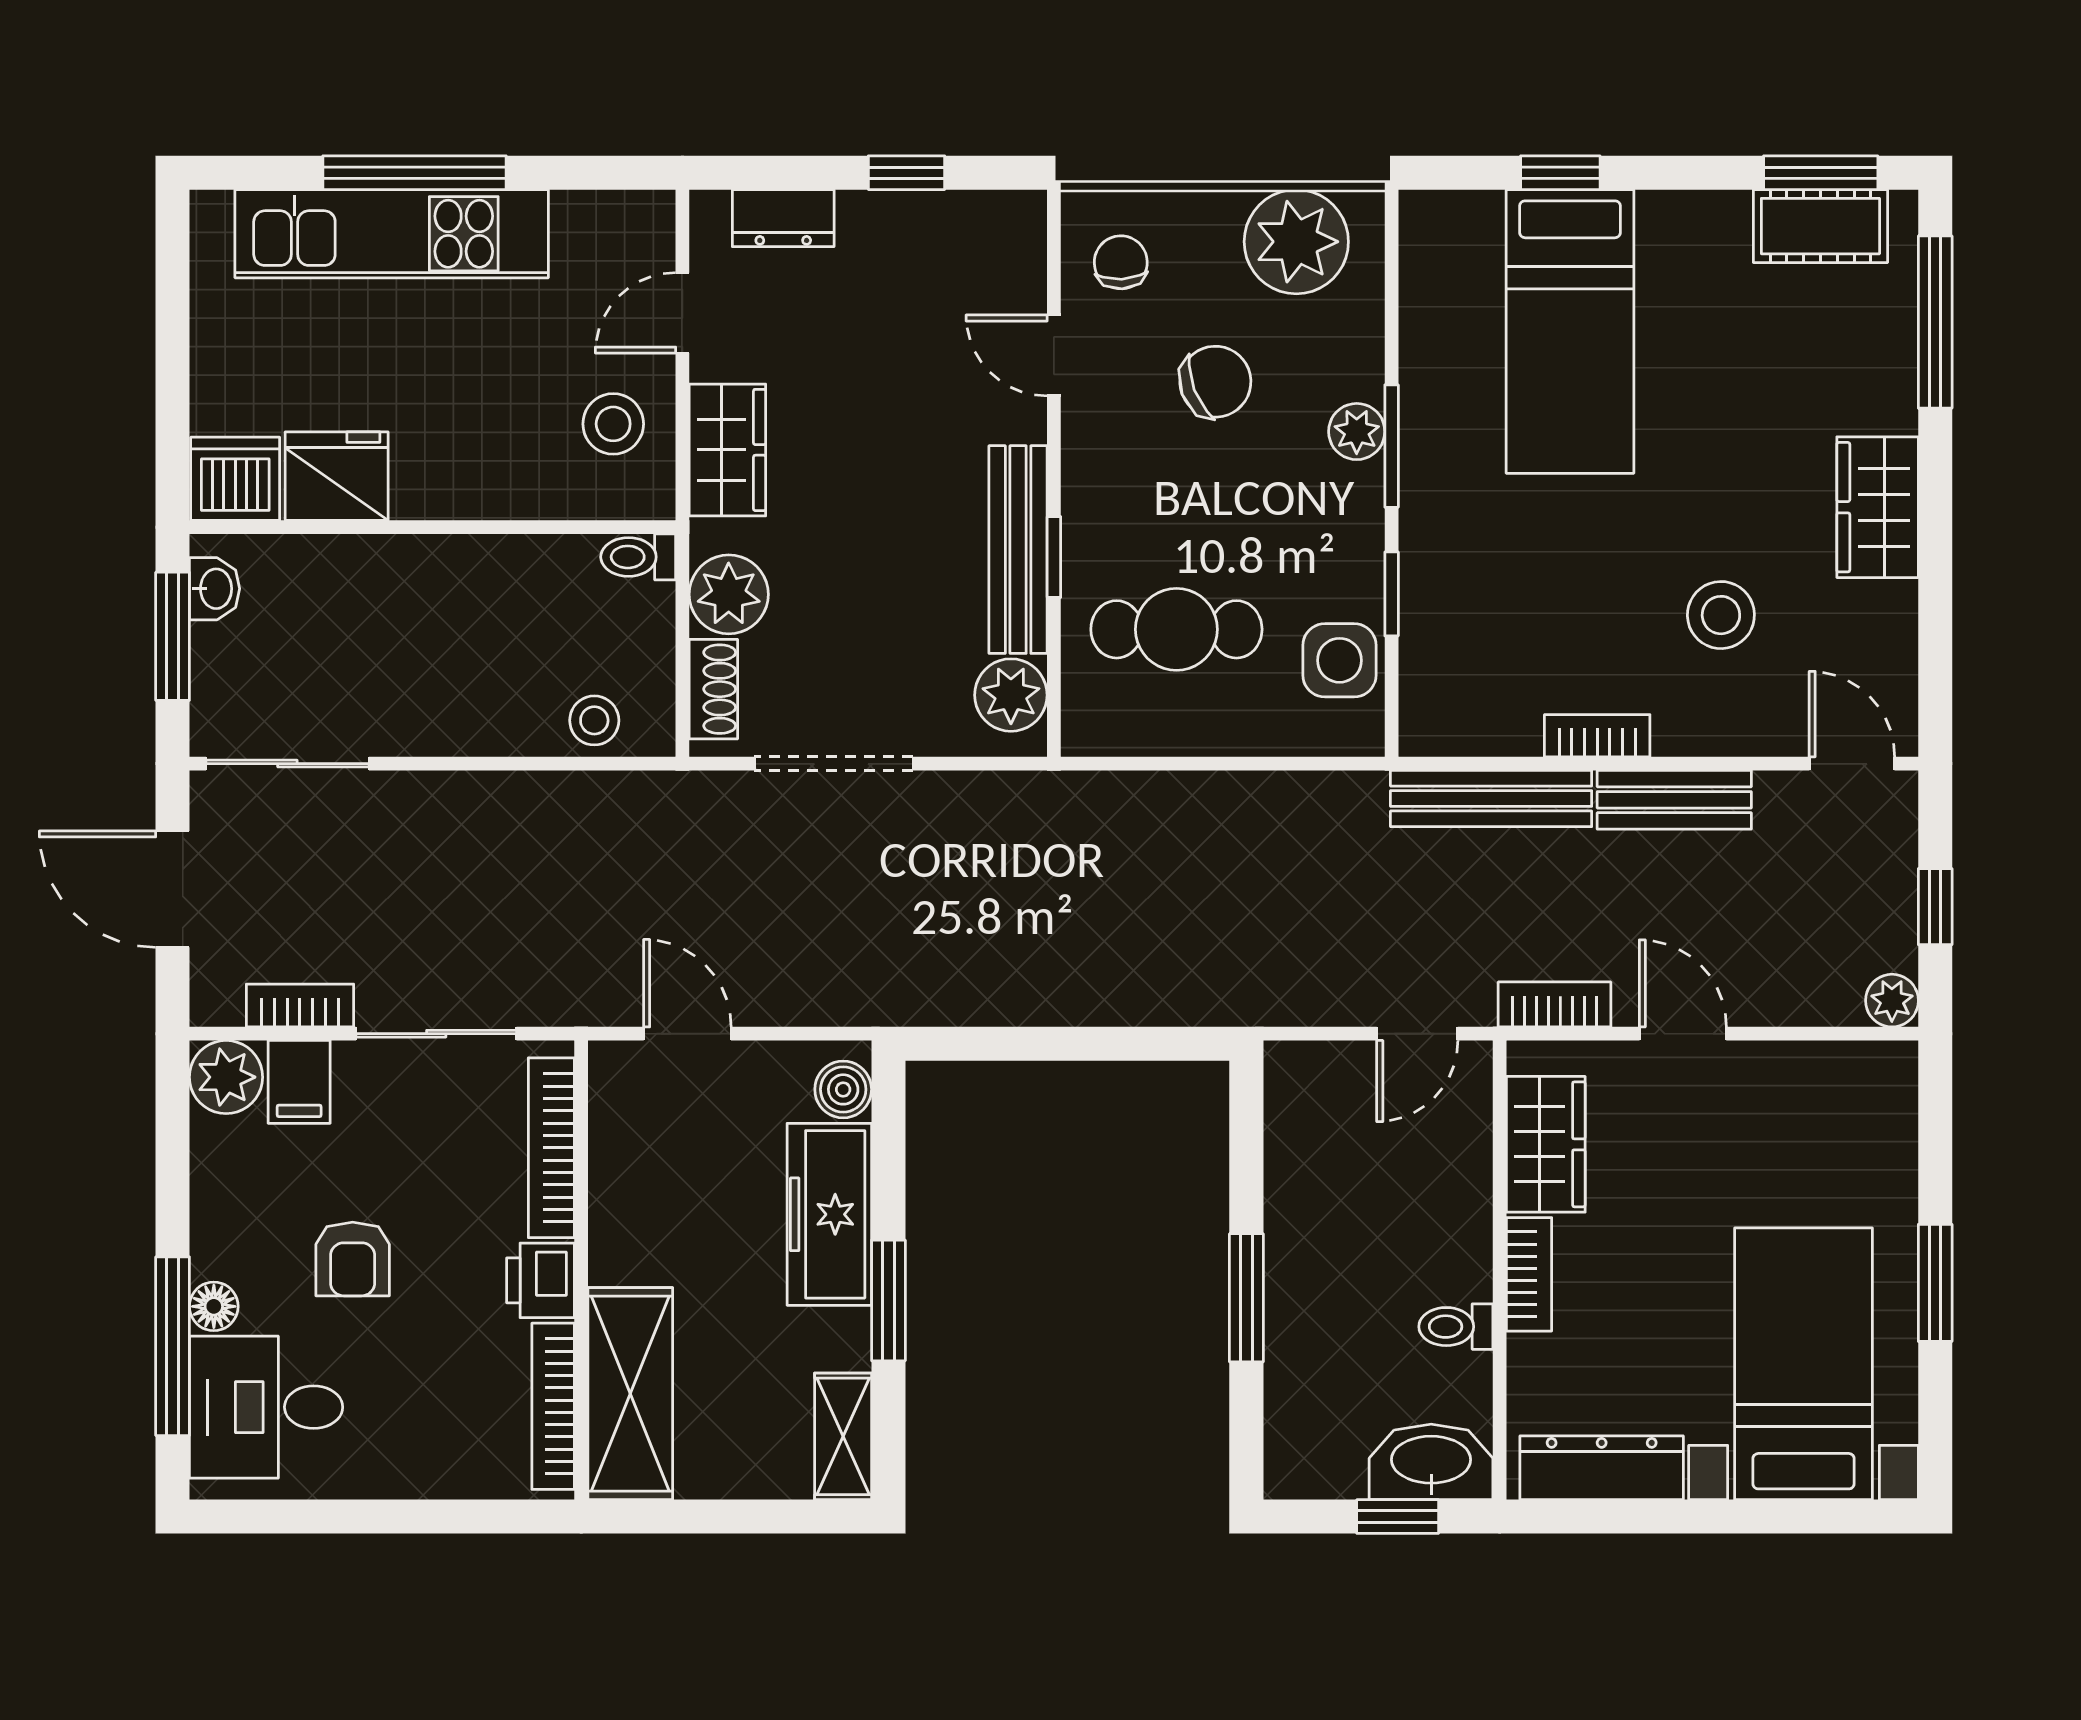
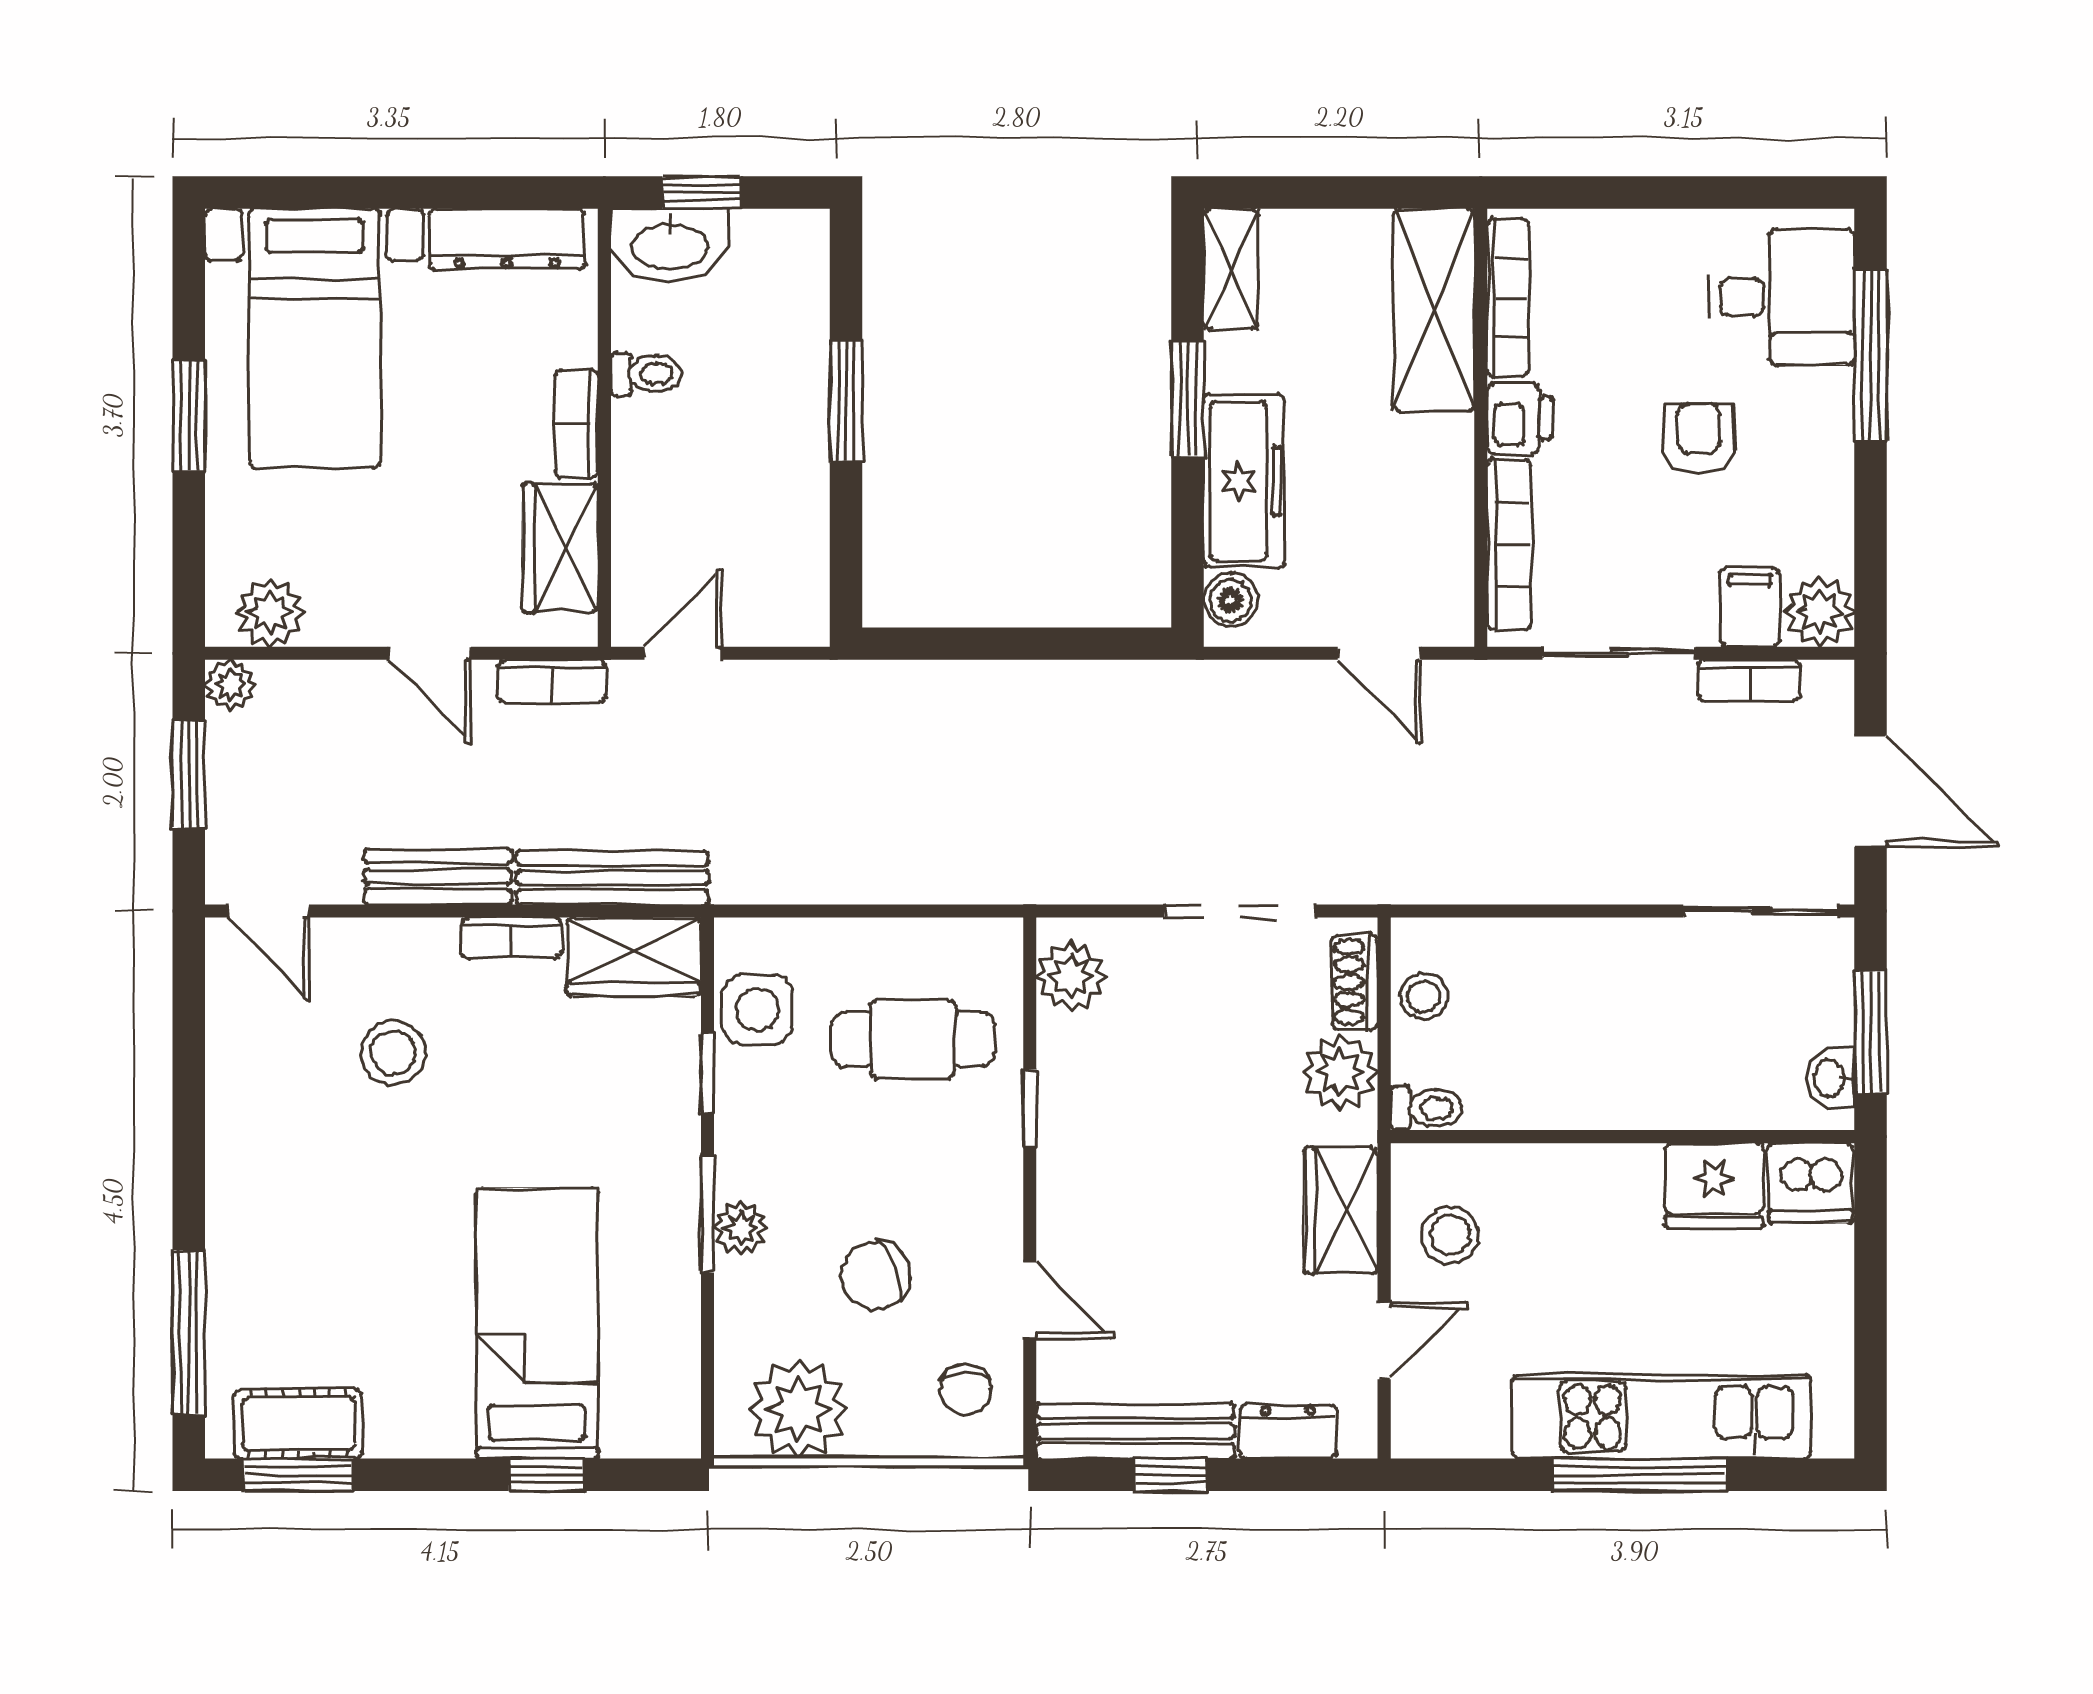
wardrobe: (1878, 507) -> (634, 956), moved, turned 90
bench: (1018, 550) -> (1135, 1431), moved, turned 90
stool: (594, 720) -> (1424, 996), moved
window: (1935, 907) -> (189, 775), width x1.50
plant: (1850, 1076) -> (270, 613), added
floor lamp: (214, 1306) -> (1831, 393), removed

